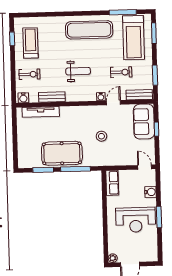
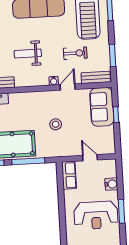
weight bench: (78, 71) -> (28, 54), turned 180
door: (145, 167) -> (90, 158), moved

